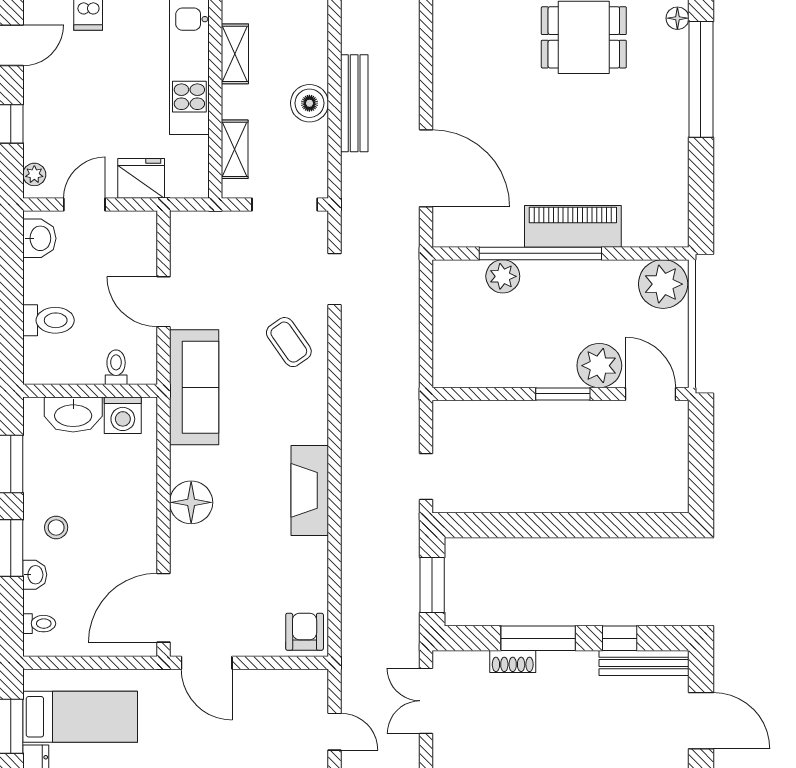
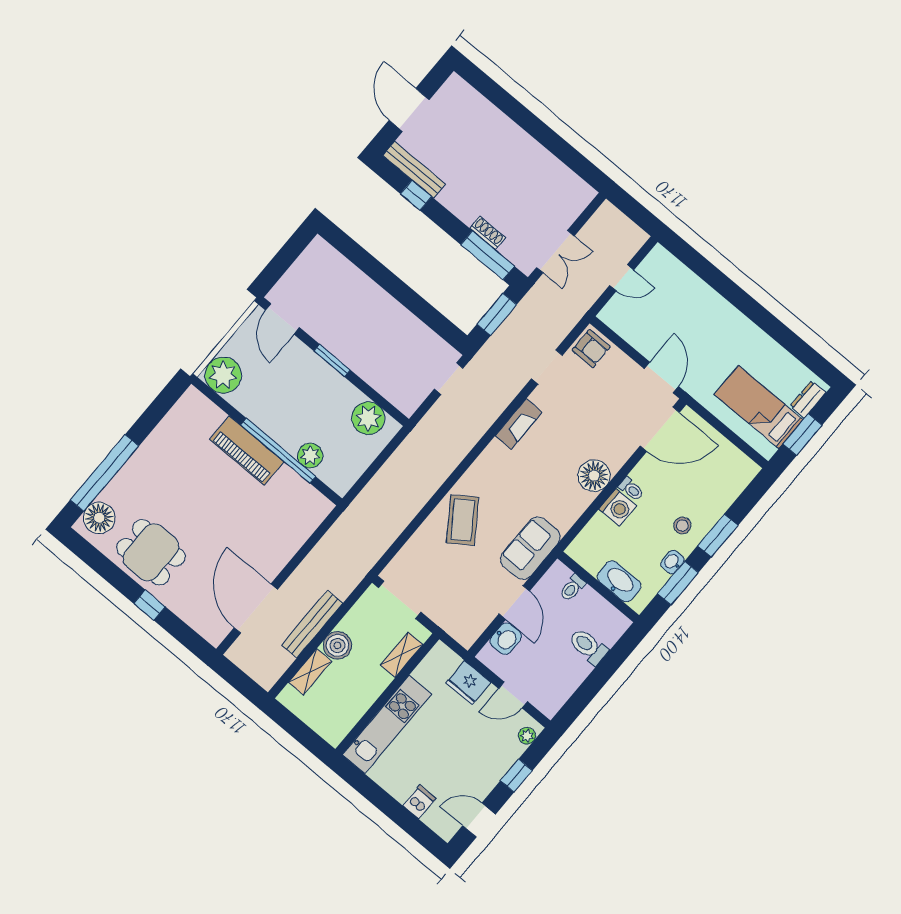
floor lamp: (677, 18) -> (99, 518), width x1.89, depth x1.89
shelving: (235, 54) -> (310, 672), moved
door: (426, 168) -> (256, 609), moved
washbasin: (39, 238) -> (506, 639), moved, turned 180
doorway: (334, 279) -> (547, 367), moved
coffee table: (289, 342) -> (463, 520), width x1.36, depth x1.30
plant: (599, 366) -> (368, 418), moved
sofa: (194, 387) -> (530, 548), width x0.73
washing machine: (123, 415) -> (618, 507), moved, turned 90
fireplace: (310, 490) -> (519, 424), width x0.73, depth x0.76
washbasin: (35, 575) -> (672, 562), moved
toilet: (39, 624) -> (631, 489), moved, turned 180
armchair: (305, 632) -> (591, 349), turned -90
window: (538, 638) -> (488, 255), moved
door: (334, 732) -> (622, 278), swing flipped

